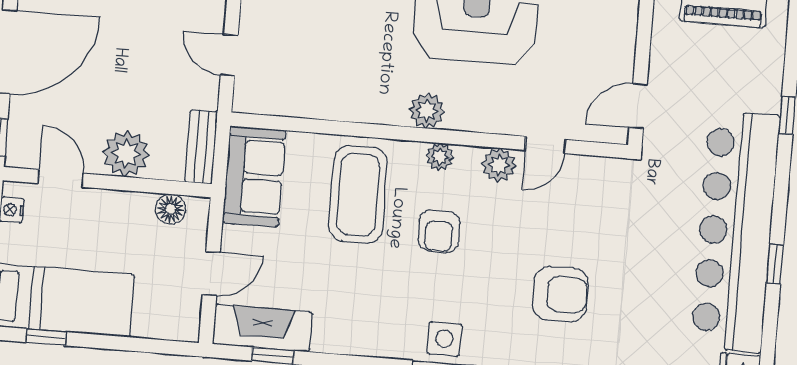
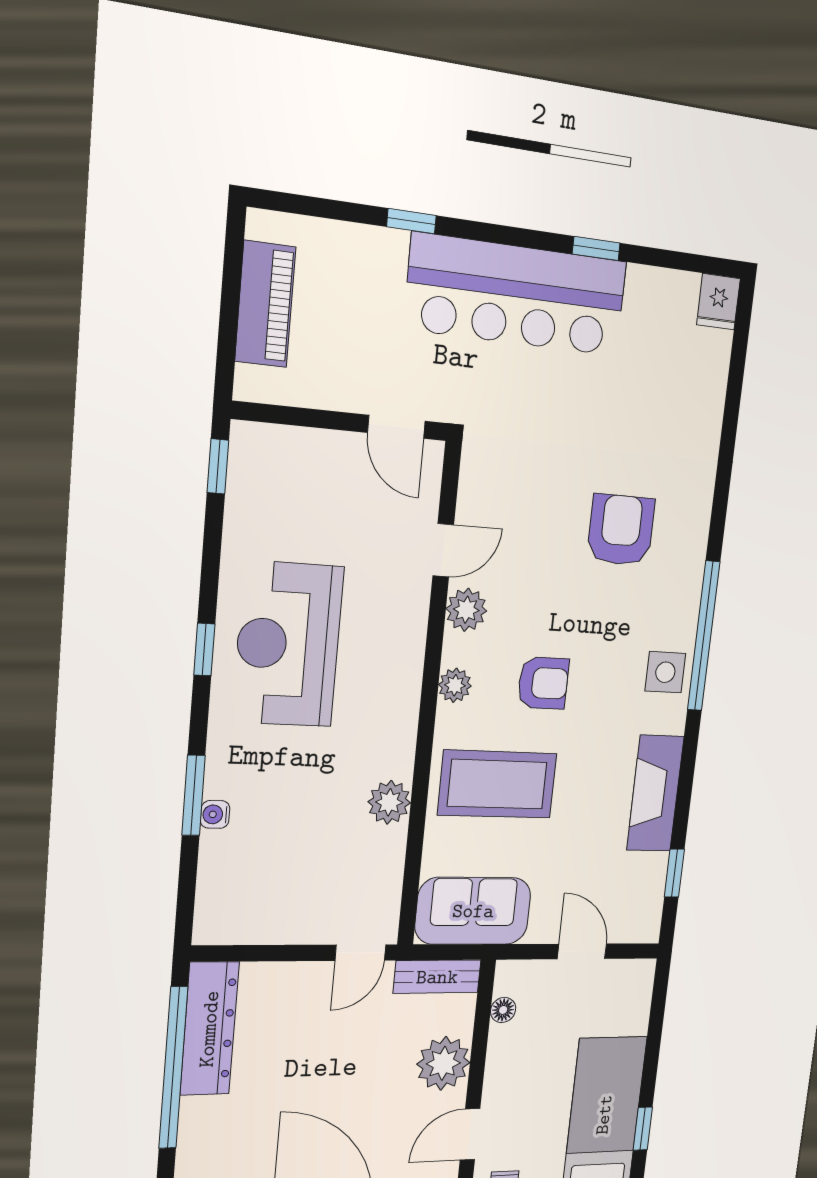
door: (229, 55) -> (360, 953), moved
plant: (427, 111) -> (389, 802), moved
door: (545, 145) -> (443, 550), hinge flipped
floor lamp: (171, 209) -> (503, 1010), width x0.73, depth x0.73
bar counter: (735, 231) -> (517, 295), width x0.73
fireplace: (262, 328) -> (655, 793), moved

